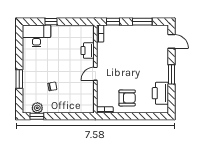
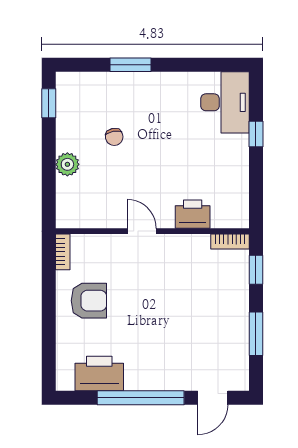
window: (171, 74) -> (141, 398), width x2.11
armchair: (127, 98) -> (89, 301), turned -90
plant: (37, 108) -> (67, 164), moved

